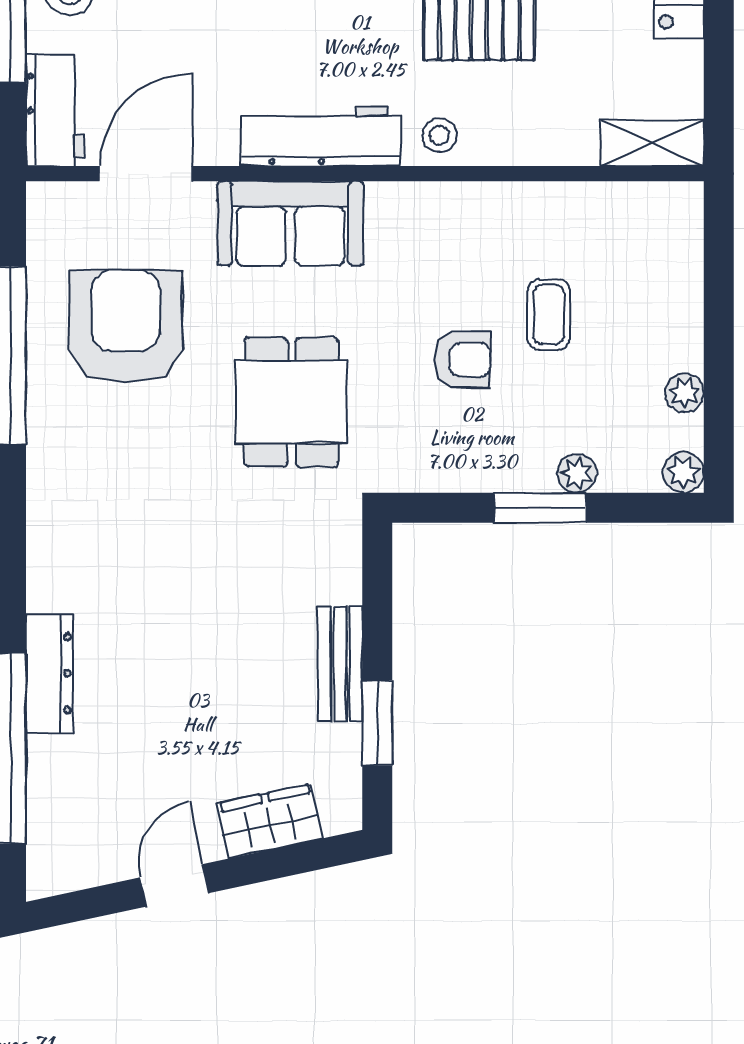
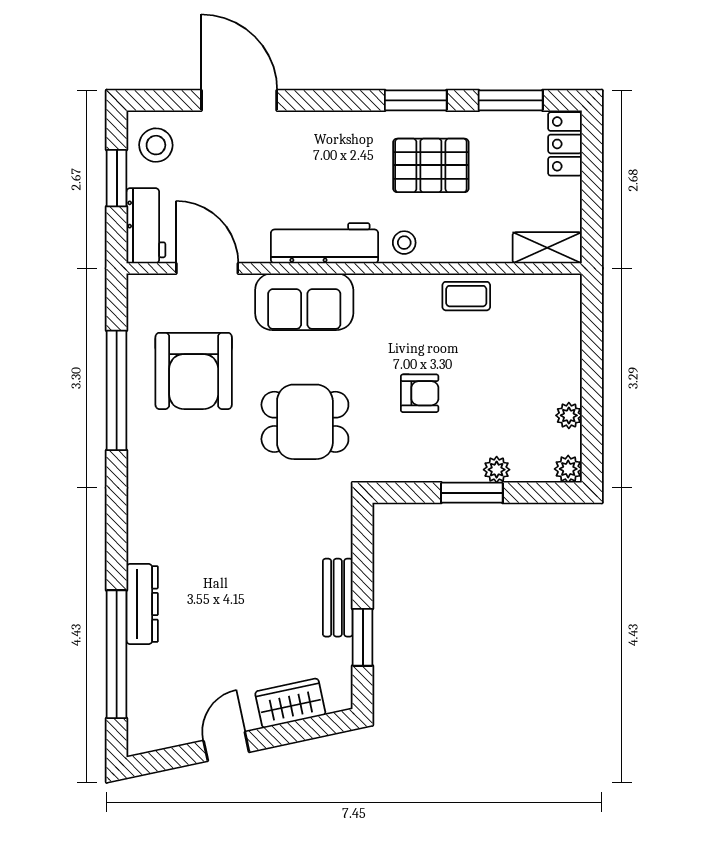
door: (146, 174) -> (207, 268), hinge flipped
coffee table: (549, 314) -> (466, 296), moved, turned 90
armchair: (126, 326) -> (194, 371), turned 180
dining table: (291, 402) -> (305, 422), turned 90

